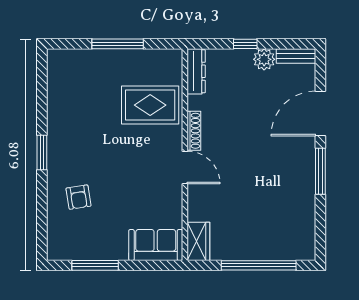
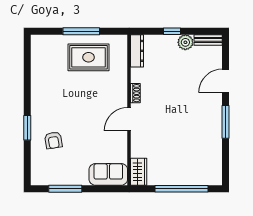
rug: (150, 105) -> (89, 57), moved
door: (320, 114) -> (225, 81), width x0.73
shoe rack: (194, 131) -> (135, 93), width x0.70
window: (42, 152) -> (27, 128), moved
door: (185, 168) -> (129, 119), swing flipped

